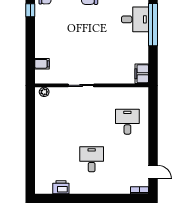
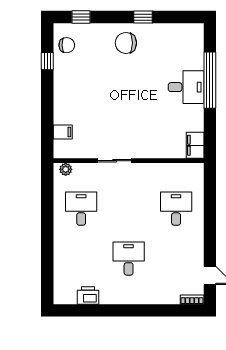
desk: (135, 19) -> (186, 87), moved
desk: (56, 122) -> (81, 209), added

